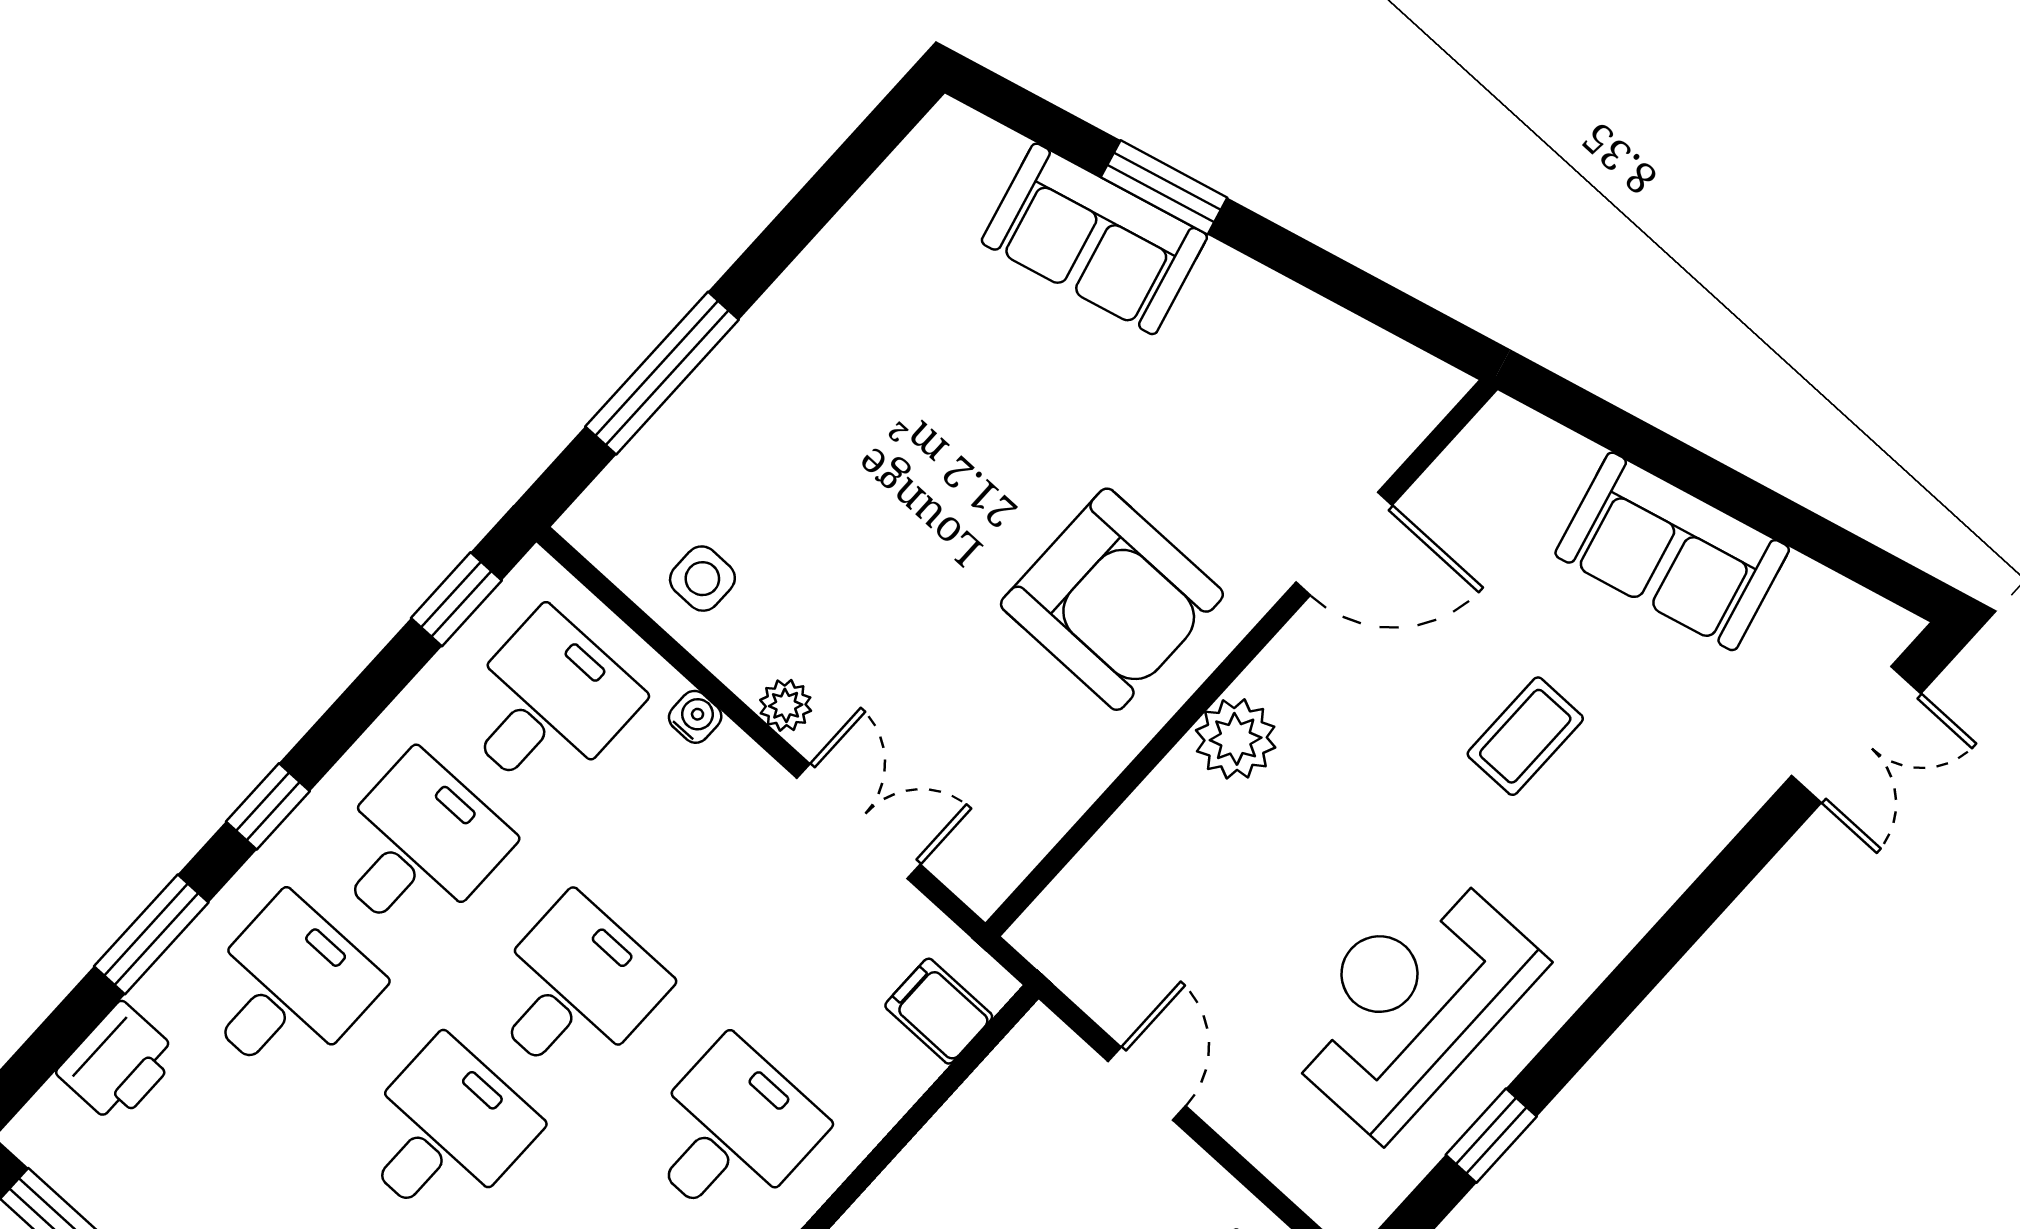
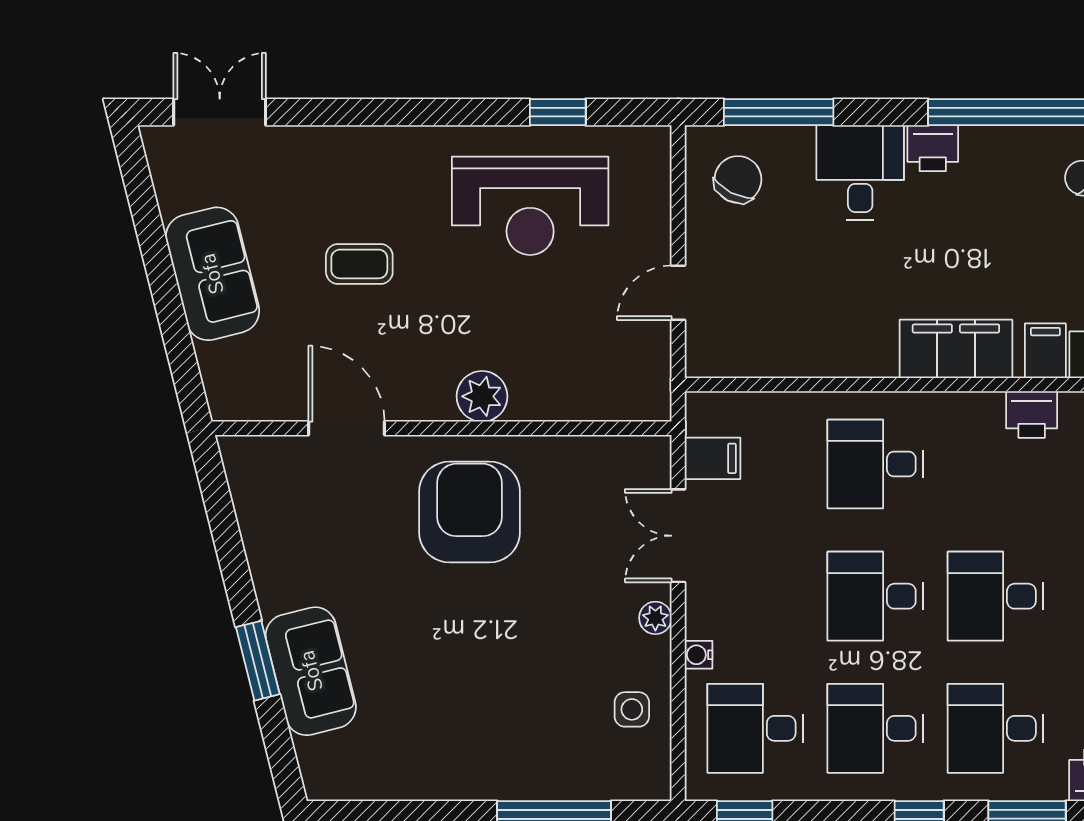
filing cabinet: (939, 1011) -> (712, 458), moved, turned -90

